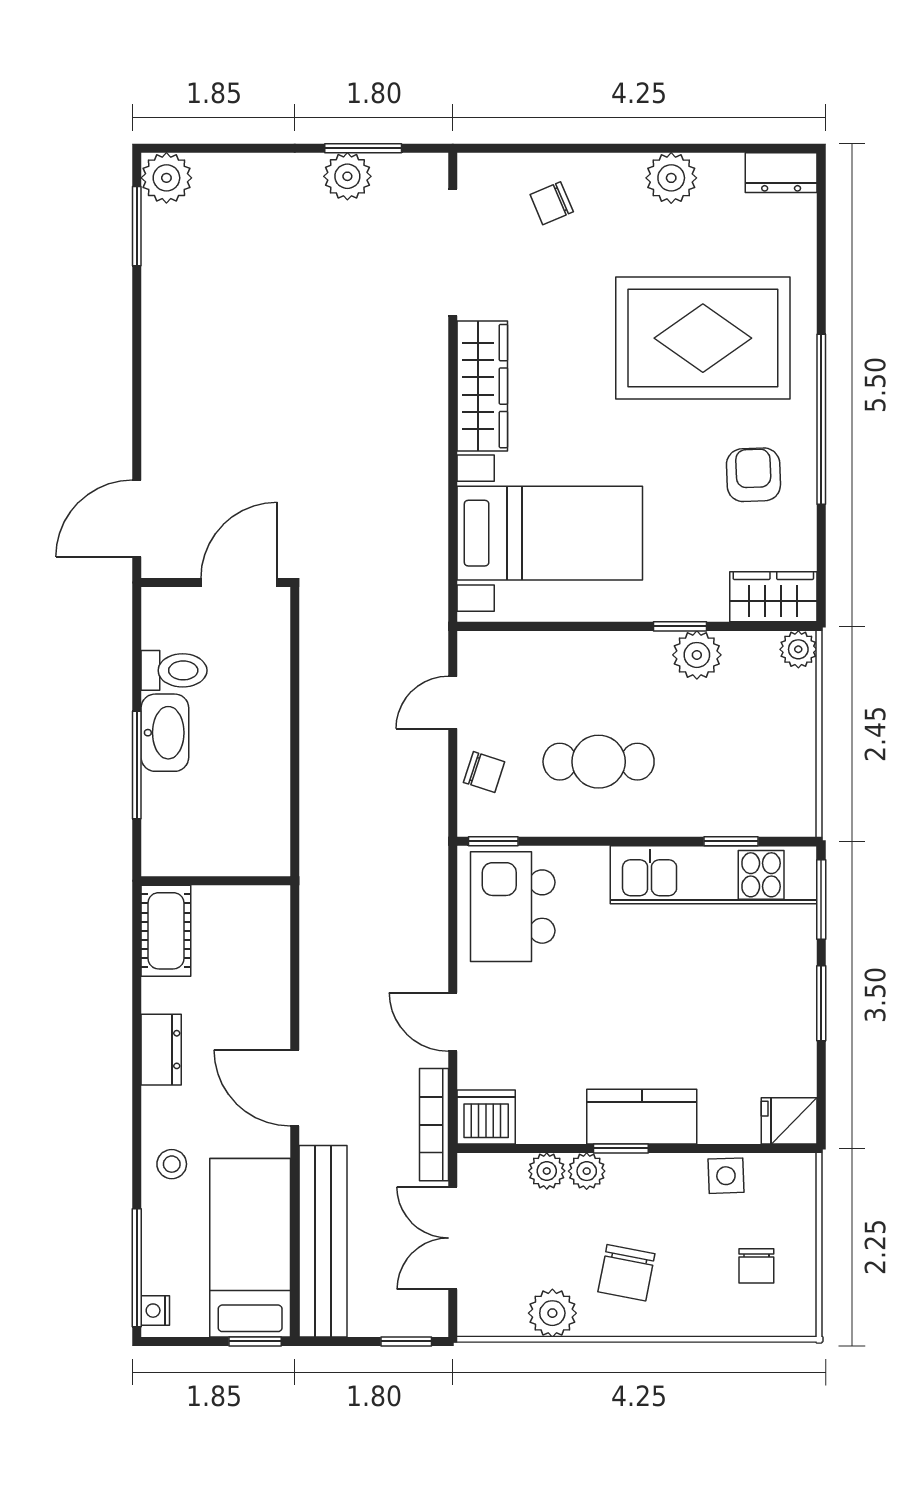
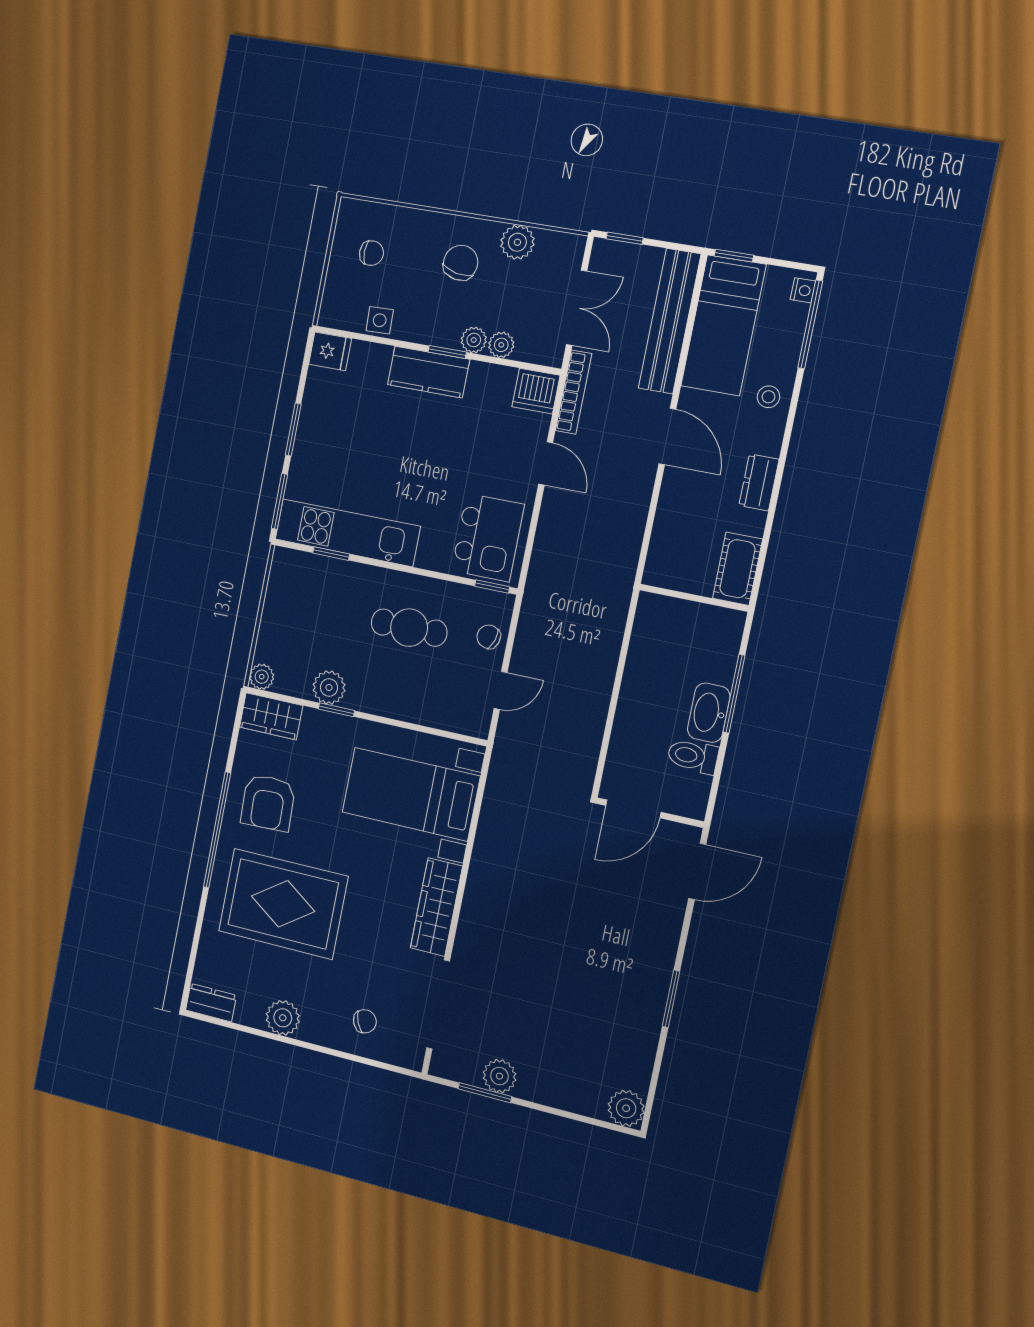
window: (137, 226) -> (671, 999), moved
armchair: (753, 475) -> (268, 803), width x1.38, depth x1.38
chair: (756, 1266) -> (371, 253), turned 90

